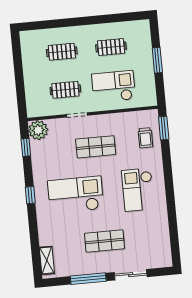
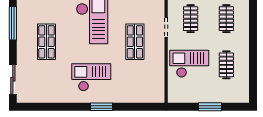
checkout: (113, 87) -> (189, 64), turned -90
window: (164, 128) -> (101, 107), moved
trolley: (145, 138) -> (139, 89), removed
sliding door: (131, 275) -> (13, 79), moved

